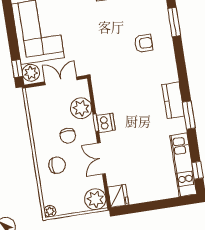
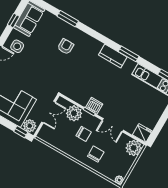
double door: (61, 81) -> (49, 112), swing flipped

